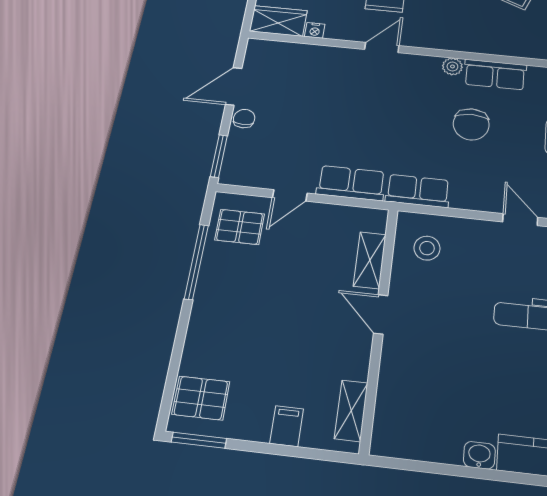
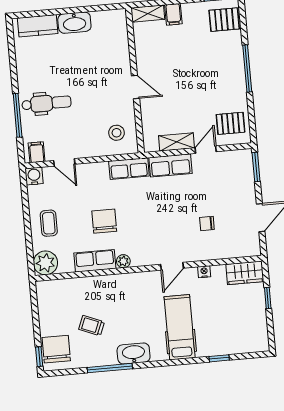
nightstand: (315, 30) -> (204, 272), moved
chair: (244, 118) -> (207, 223), moved, turned 90
shelving: (370, 260) -> (176, 142), moved, turned 90
window: (196, 262) -> (247, 68), moved
shelving: (351, 411) -> (148, 14), moved, turned 90
washbasin: (479, 455) -> (74, 23), width x1.91, depth x1.45

